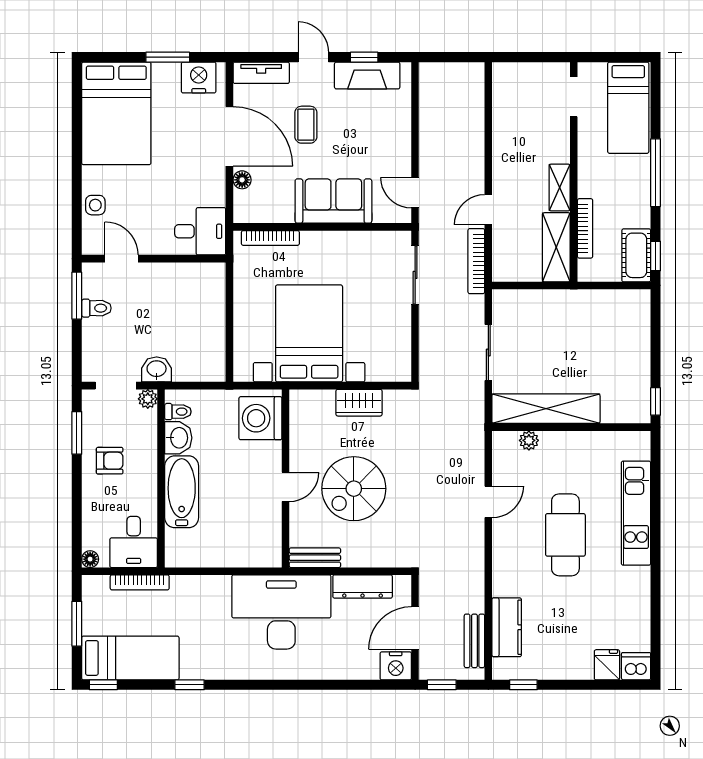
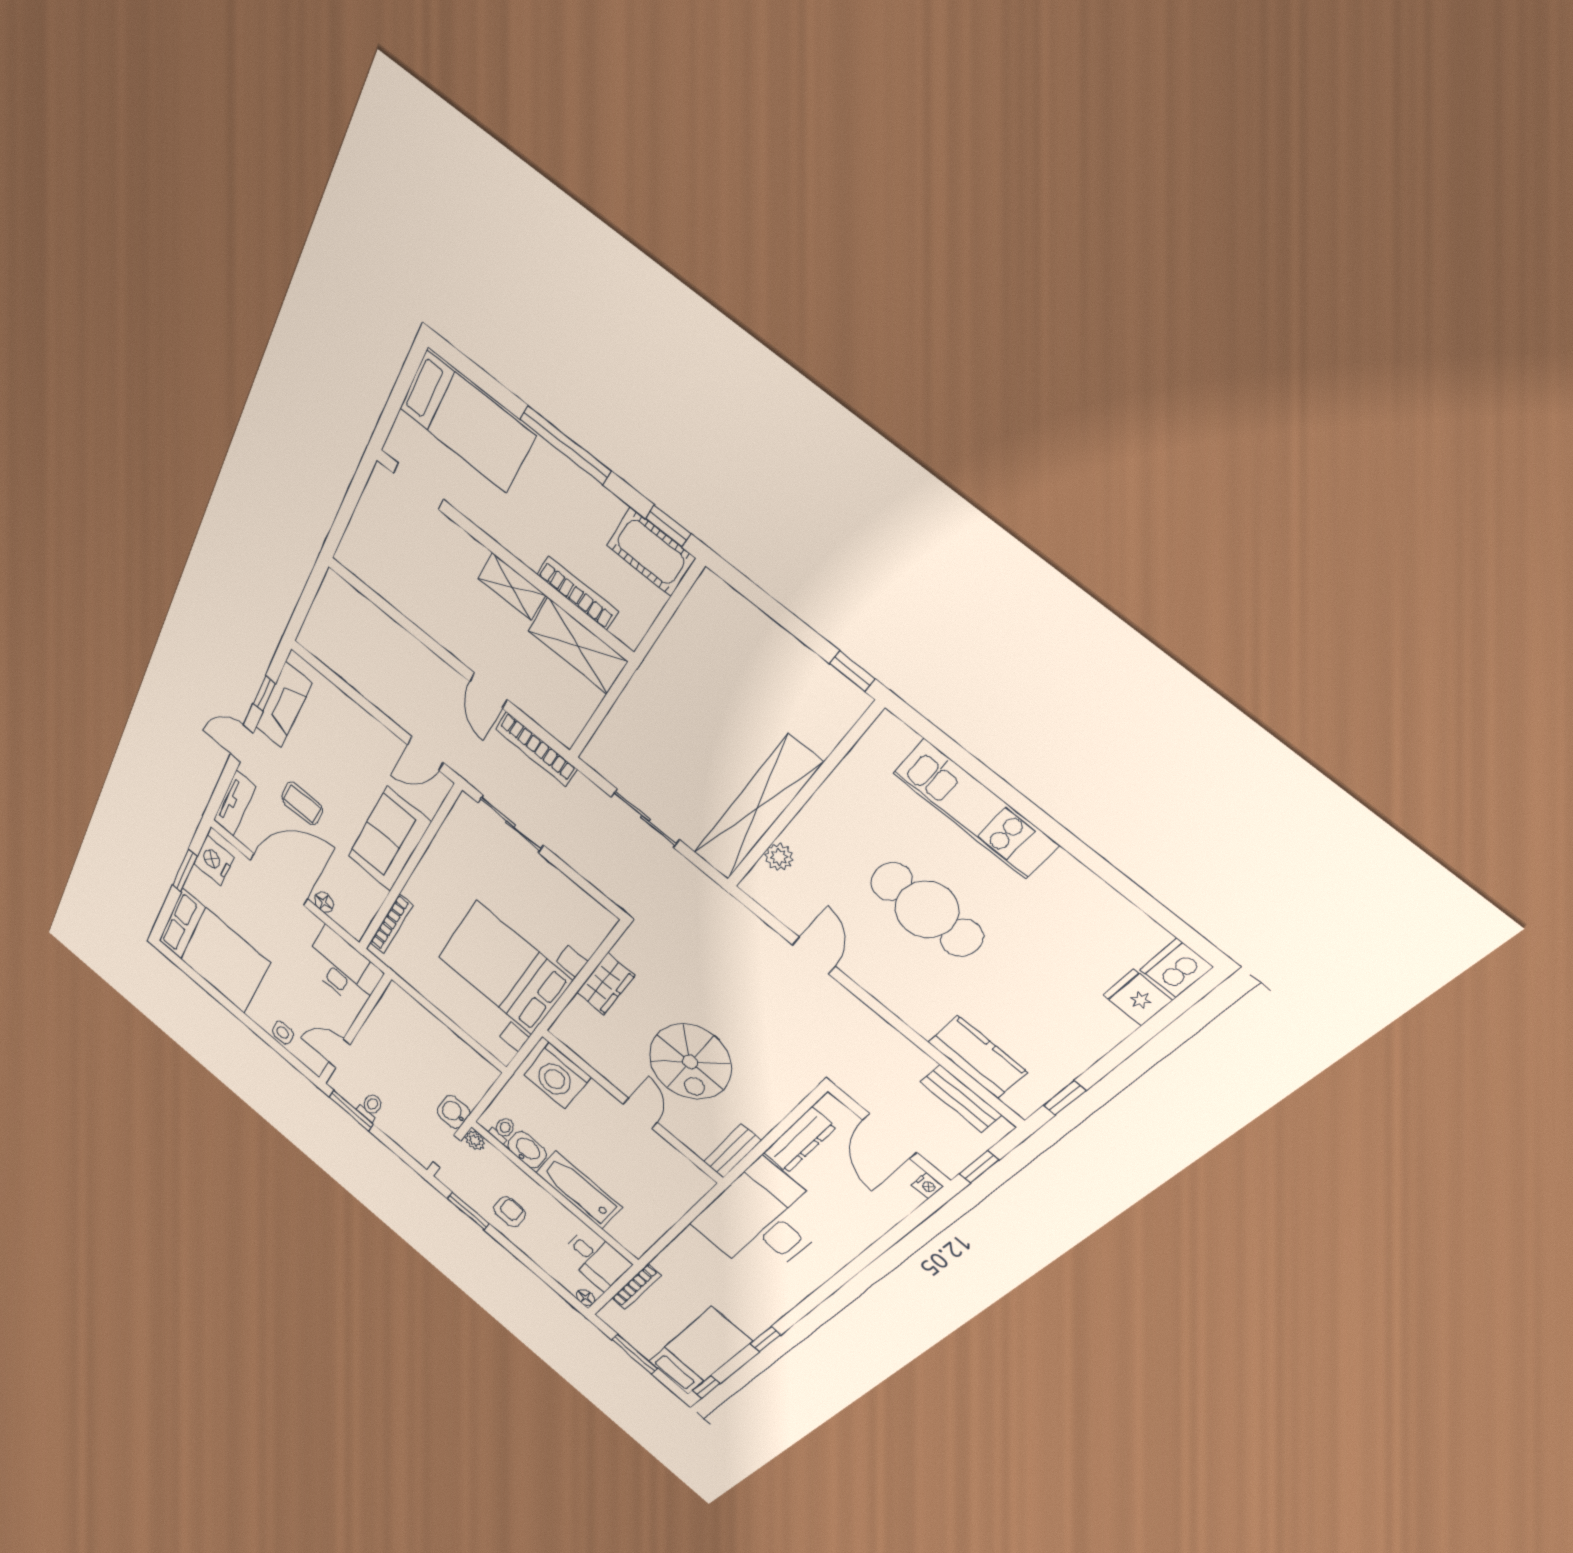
desk: (200, 231) -> (343, 968), width x1.37
nightstand: (396, 666) -> (927, 1186), width x0.53, depth x0.56

